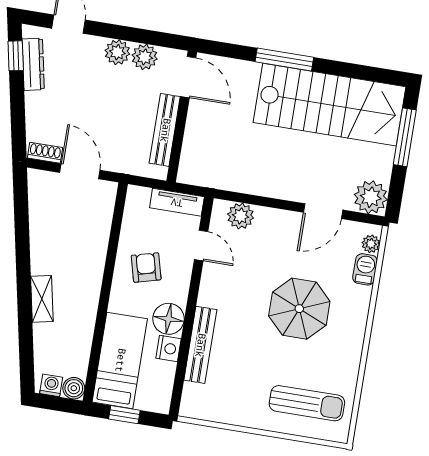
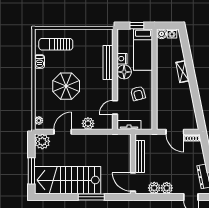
plant: (241, 216) -> (88, 123), moved
door: (201, 246) -> (115, 107), hinge flipped
barbecue: (365, 269) -> (40, 61), moved

